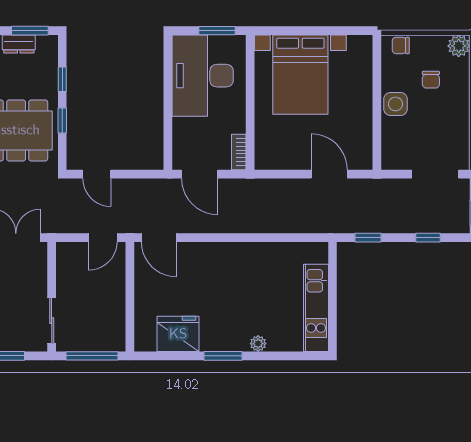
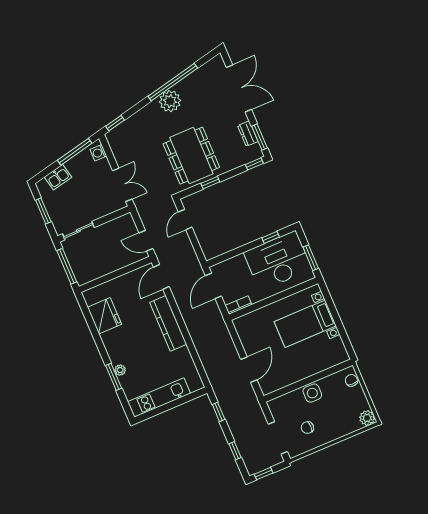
window: (168, 72) -> (271, 237), added
bed with nightstands: (300, 75) -> (305, 324), width x0.73
window: (62, 79) -> (254, 164), moved
chair: (431, 80) -> (307, 428), moved
kitchen counter: (224, 254) -> (168, 323), added
window: (223, 356) -> (114, 377), moved

